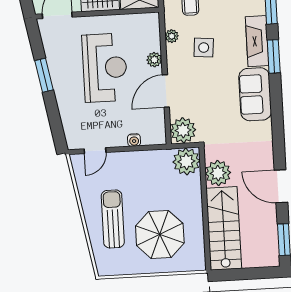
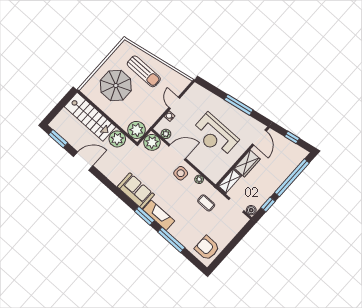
side table: (204, 48) -> (181, 173), moved
plant: (154, 60) -> (166, 134), moved
window: (44, 75) -> (239, 105), width x1.44
door: (166, 91) -> (177, 152), hinge flipped
door: (95, 151) -> (174, 103), moved

